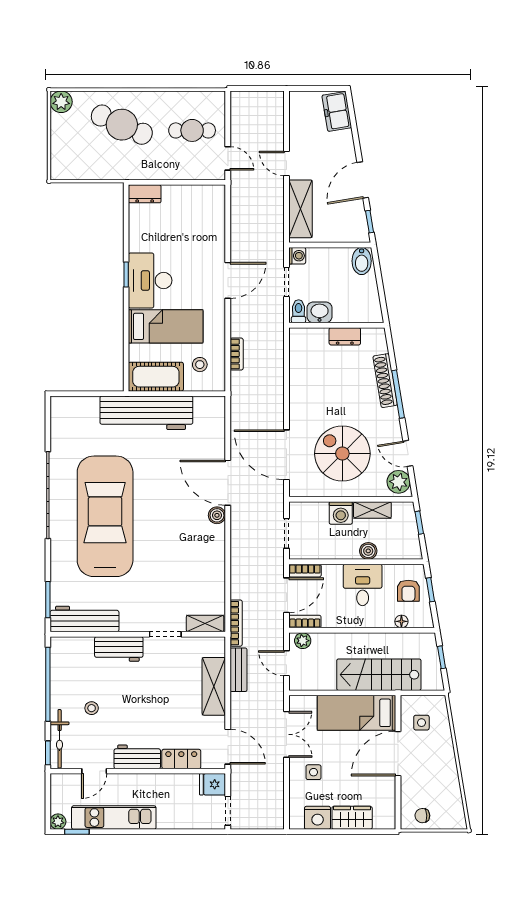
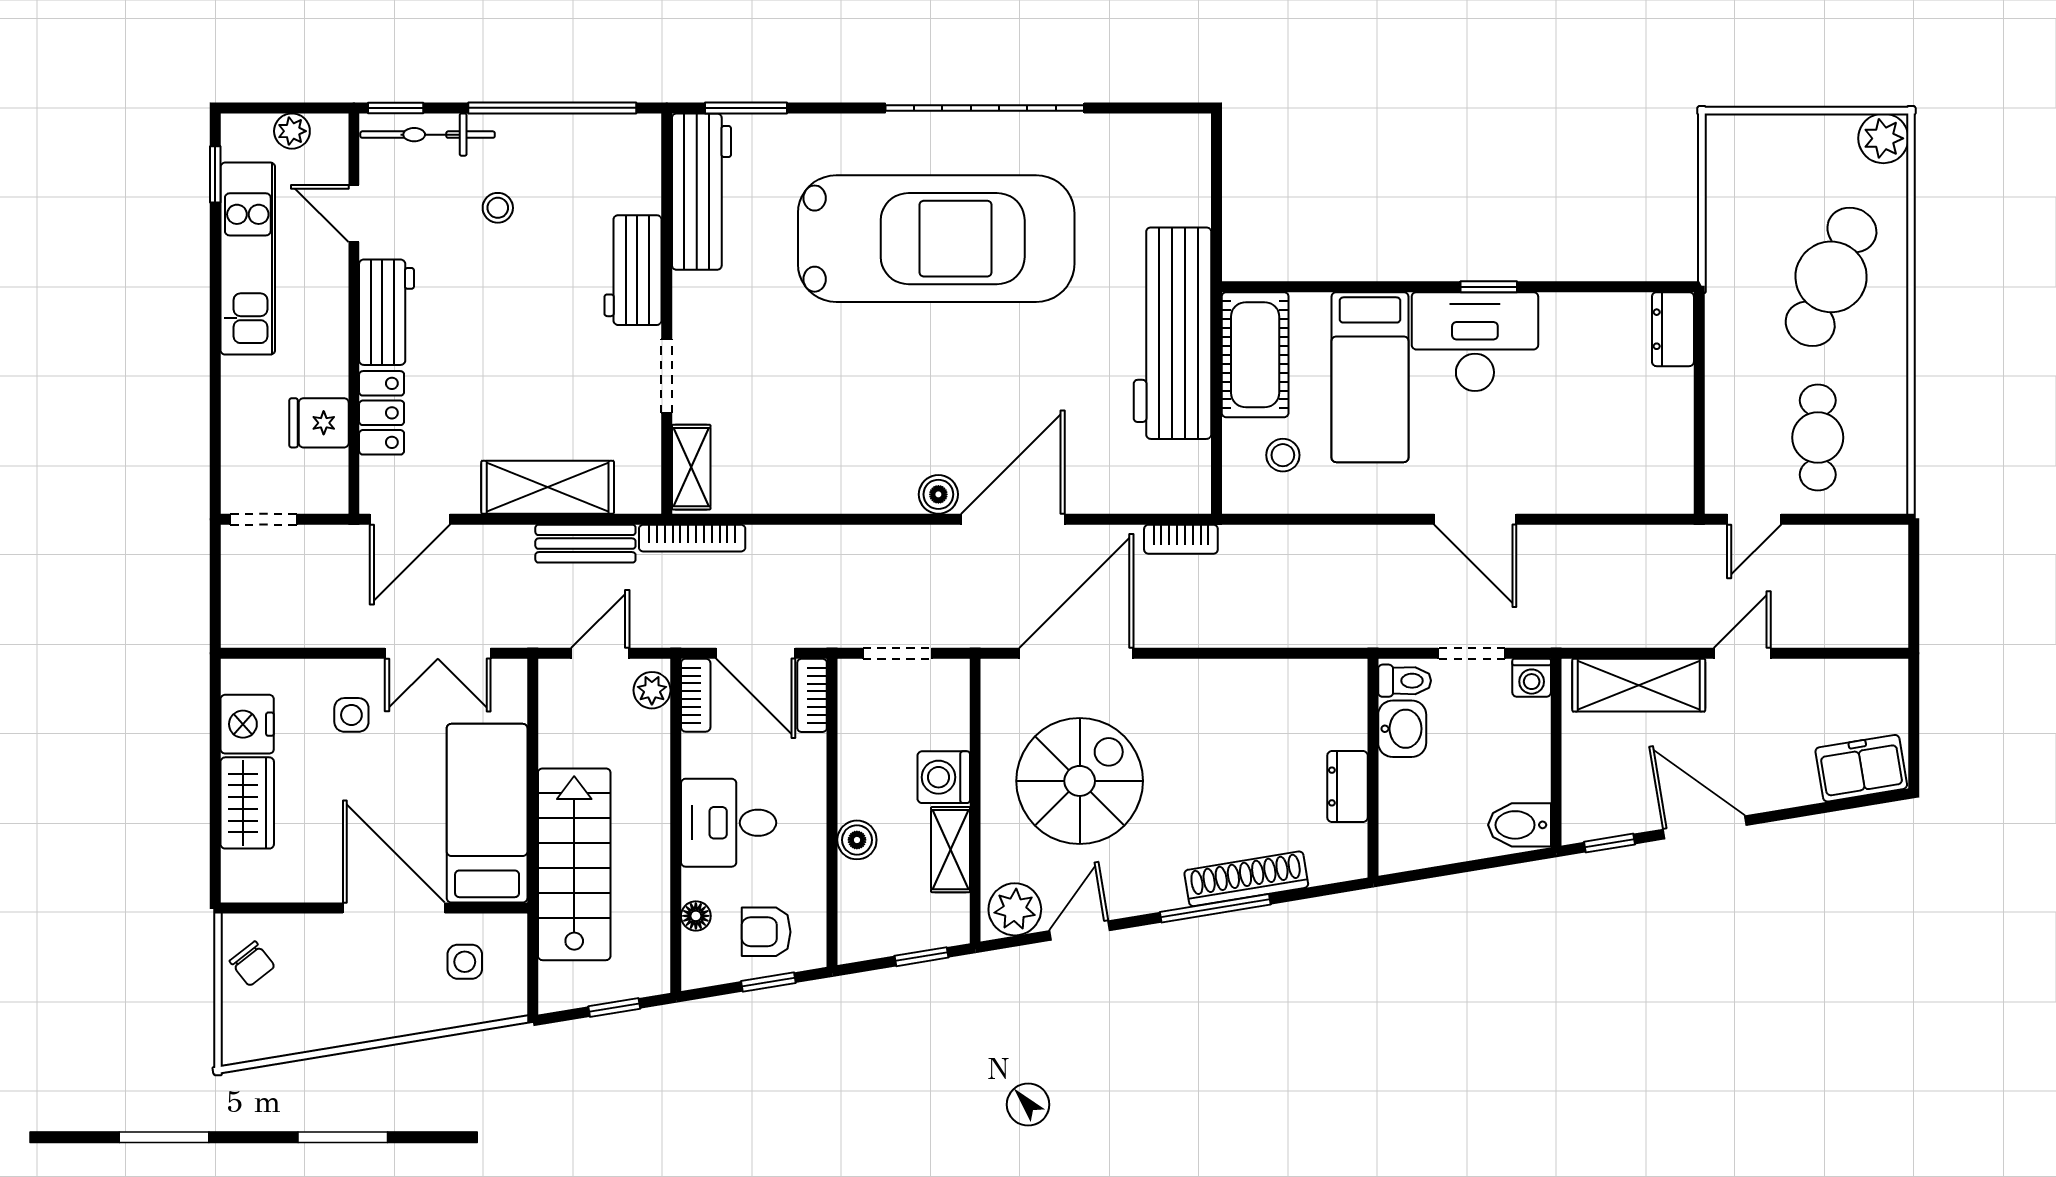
bookcase: (237, 354) -> (1181, 539), moved
desk: (363, 585) -> (729, 823), moved, turned 180
fridge: (213, 784) -> (319, 423), moved, turned -90
chair: (422, 816) -> (252, 964), turned 145
plant: (58, 822) -> (292, 131), moved

